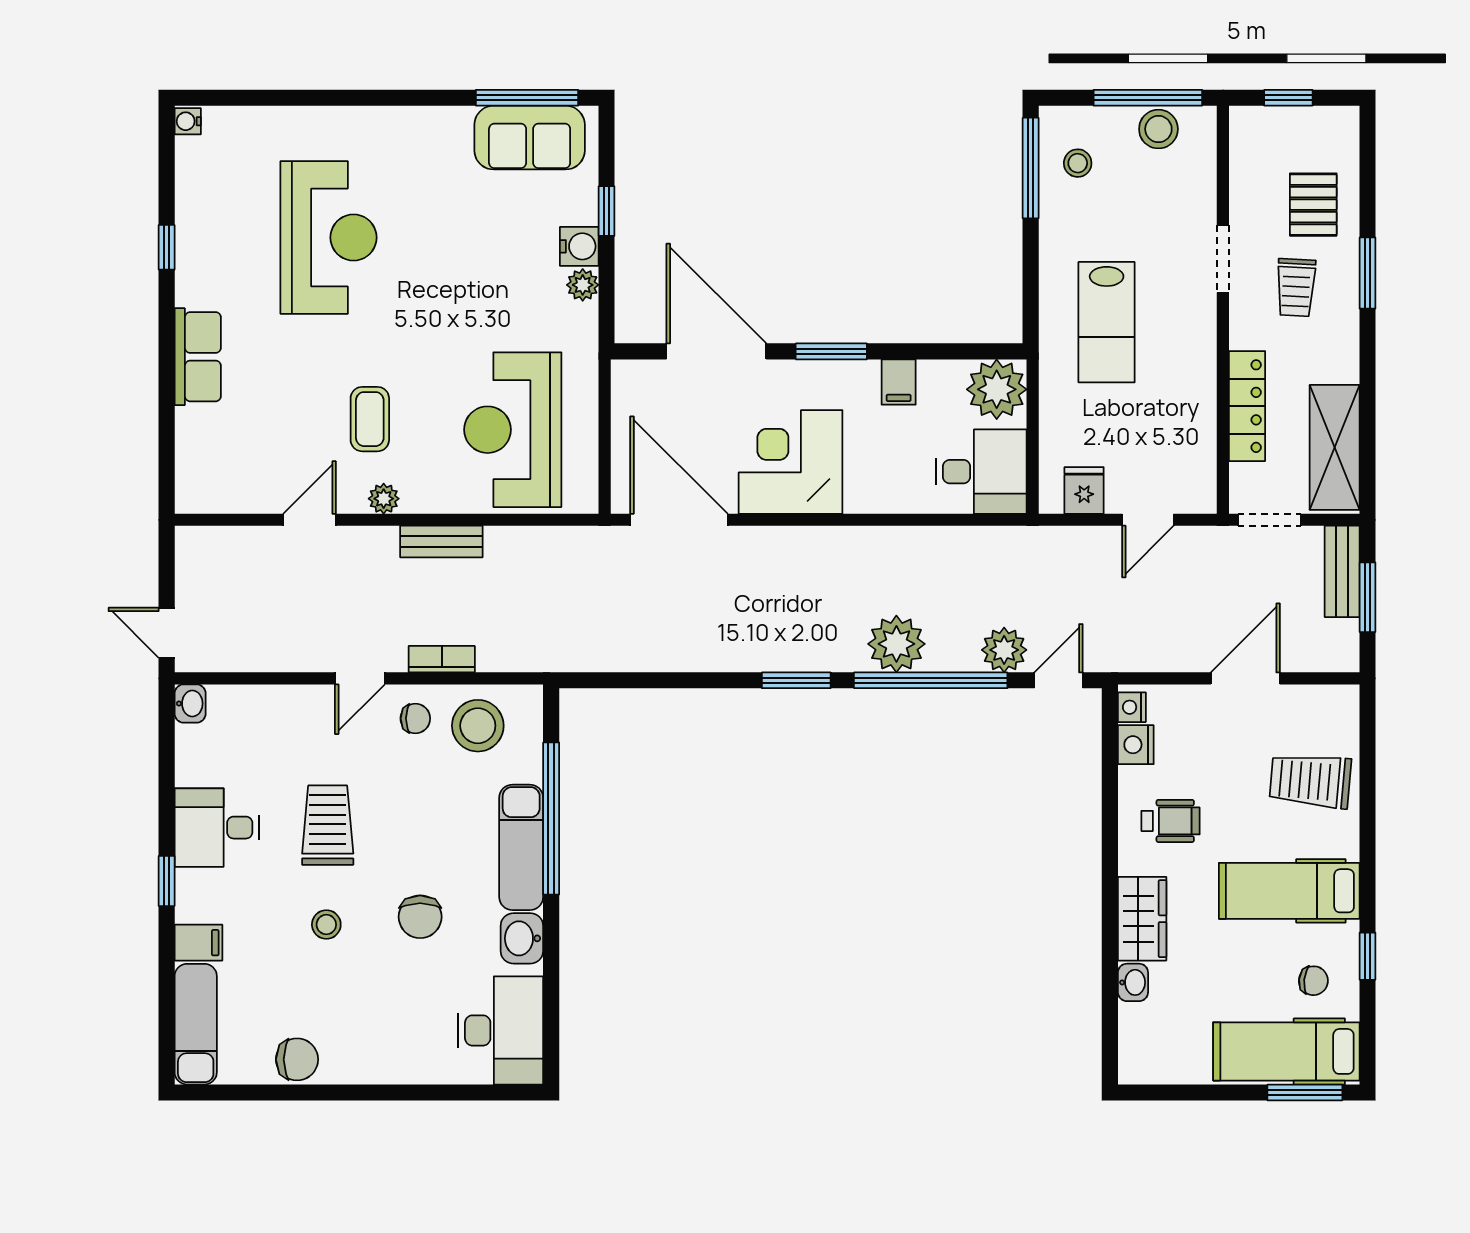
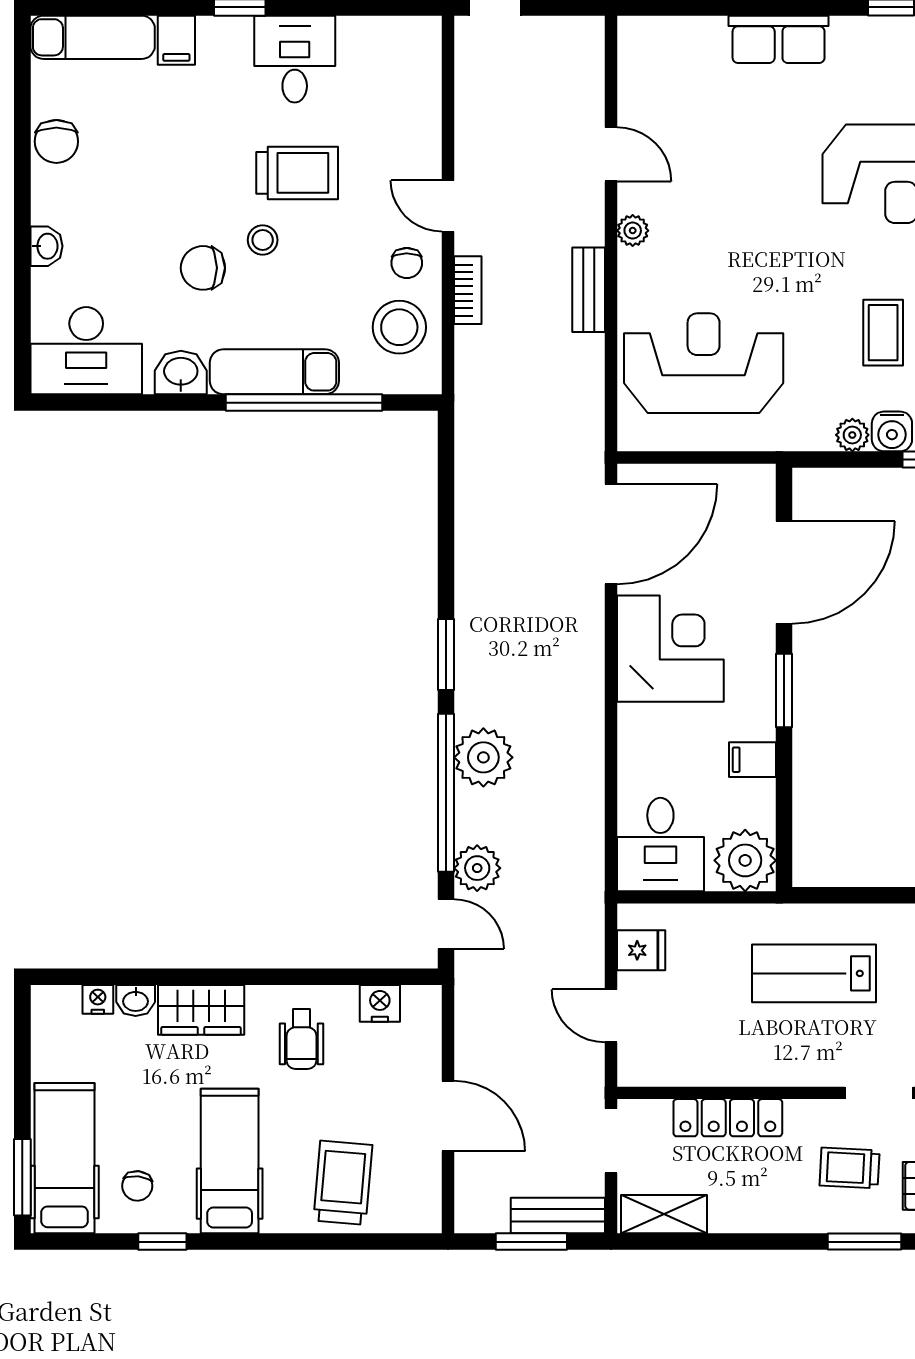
coffee table: (370, 419) -> (883, 333), moved, turned 90
shelving: (1335, 447) -> (664, 1214), width x0.67, depth x0.75
washbasin: (190, 704) -> (47, 246), moved, turned -90
nightstand: (1132, 707) -> (98, 999), moved
stool: (326, 925) -> (263, 240), moved

